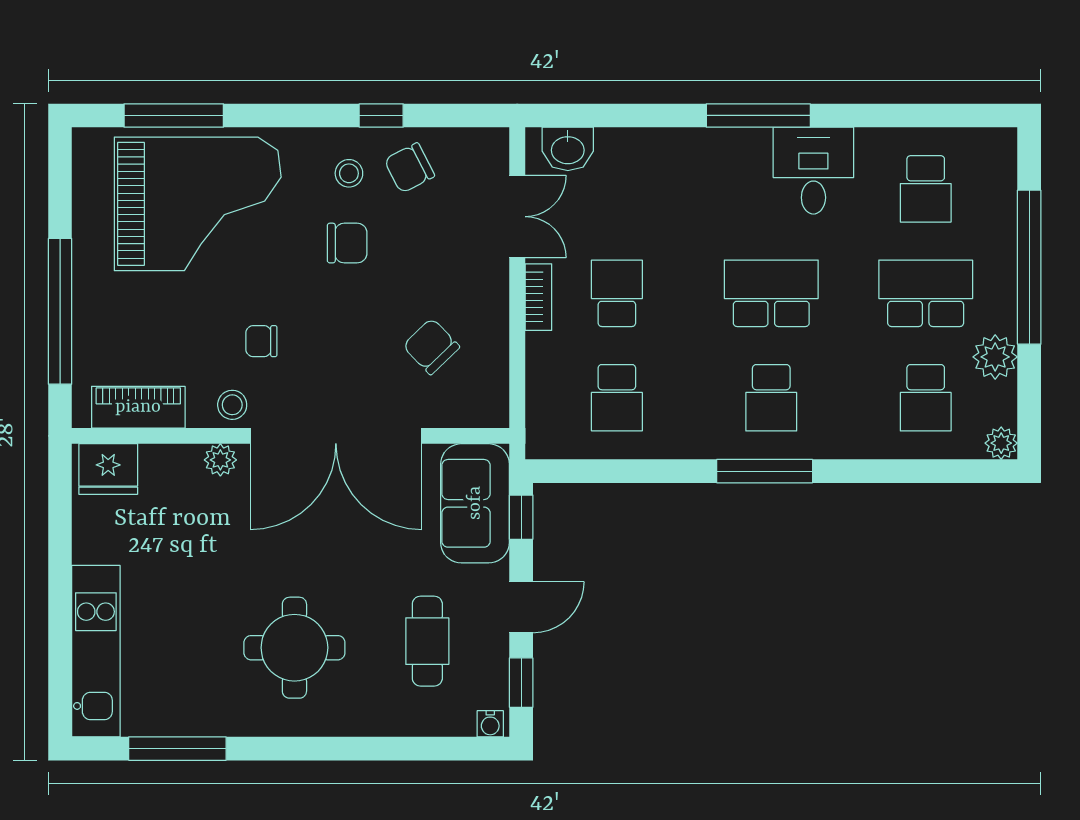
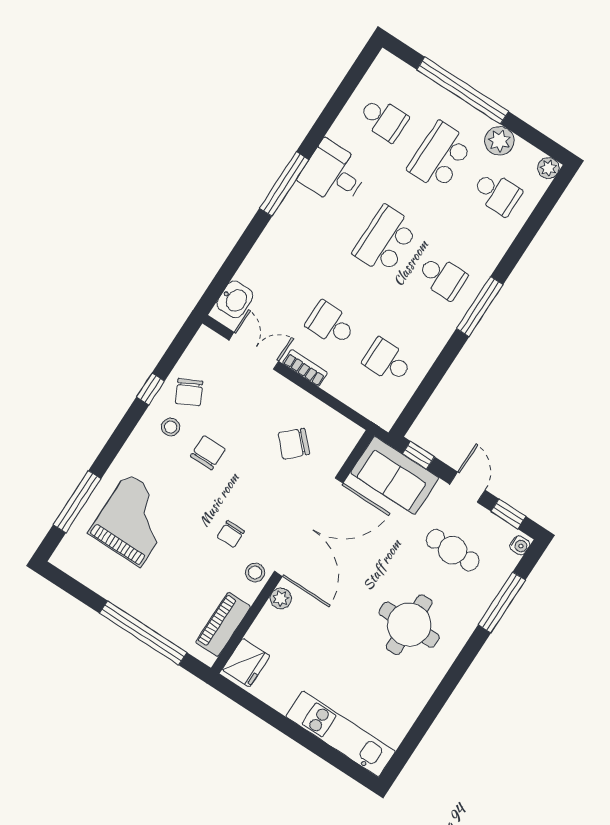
grand piano: (198, 204) -> (134, 520), width x0.73, depth x0.68
school desk: (617, 398) -> (387, 361), turned 180
window: (177, 749) -> (502, 602), moved

